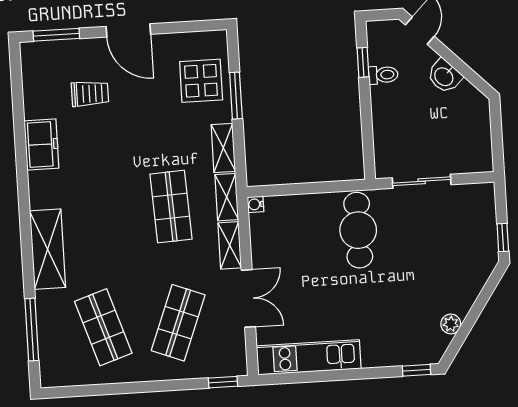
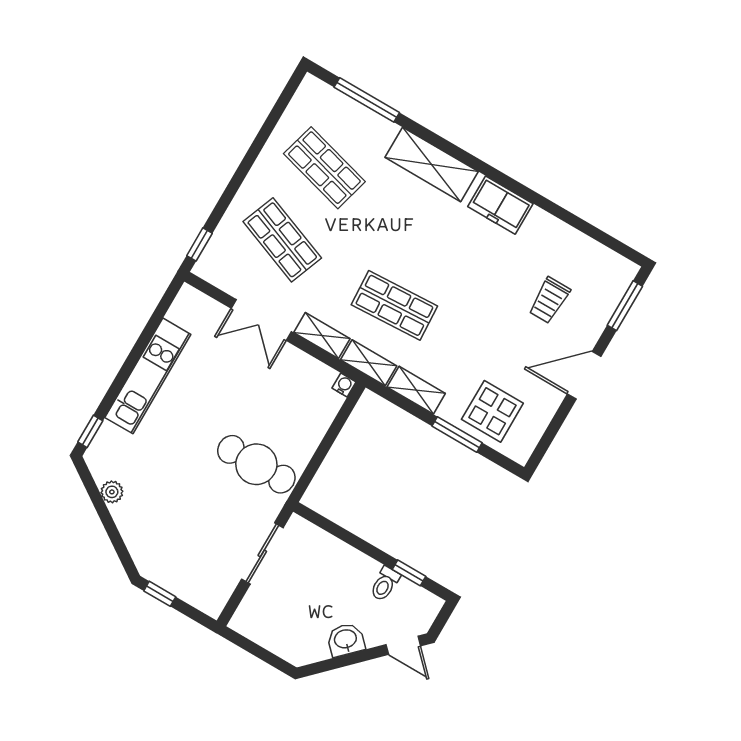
freezer: (41, 144) -> (500, 205), moved
shop shelf: (103, 327) -> (324, 168), turned 33
kitchen unit: (309, 357) -> (148, 376), moved

